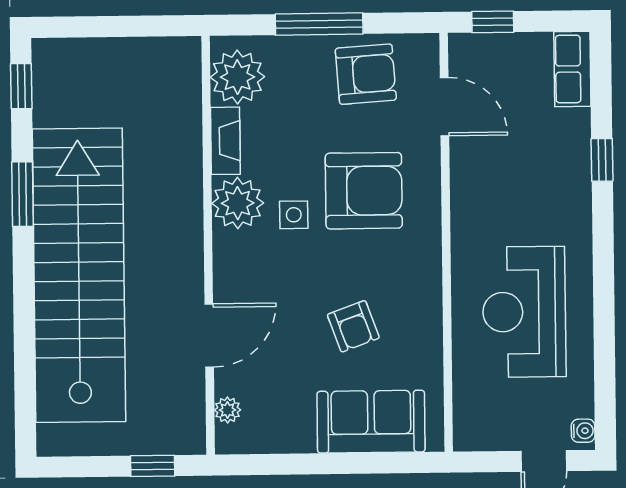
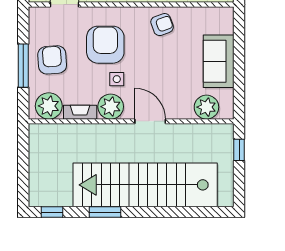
armchair: (366, 74) -> (52, 60), moved
armchair: (353, 326) -> (162, 25), moved
door: (209, 336) -> (150, 121), moved
plant: (227, 410) -> (206, 107), width x1.88, depth x1.88
sofa: (371, 422) -> (219, 61), moved

